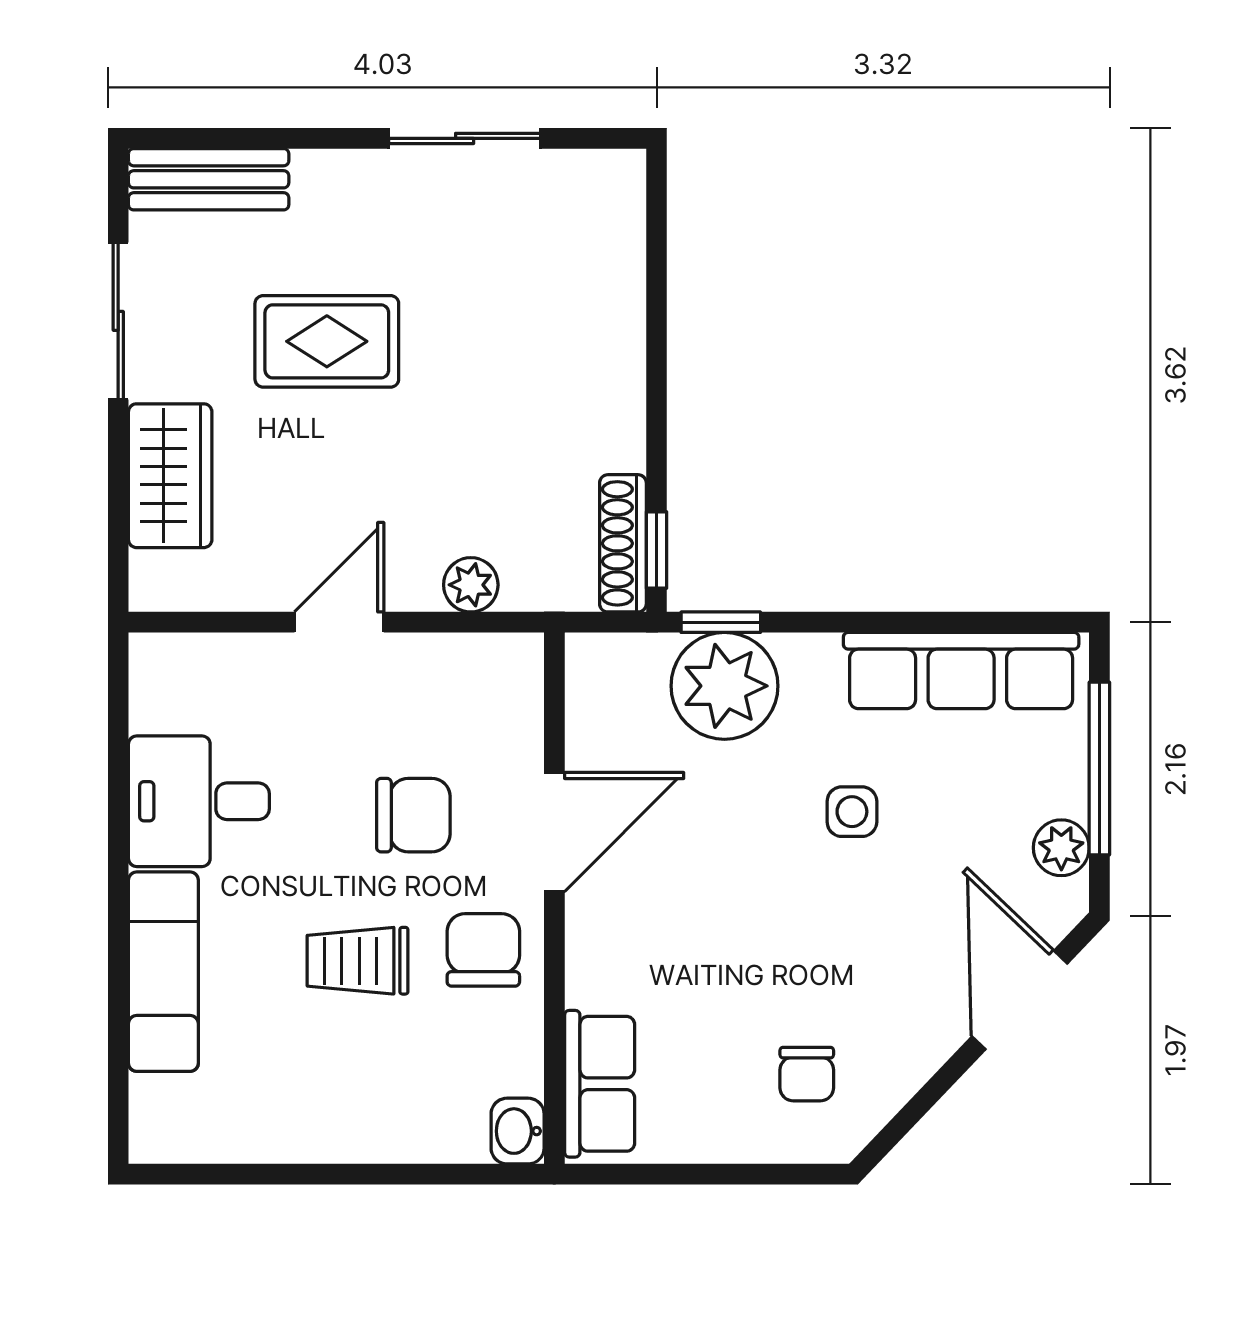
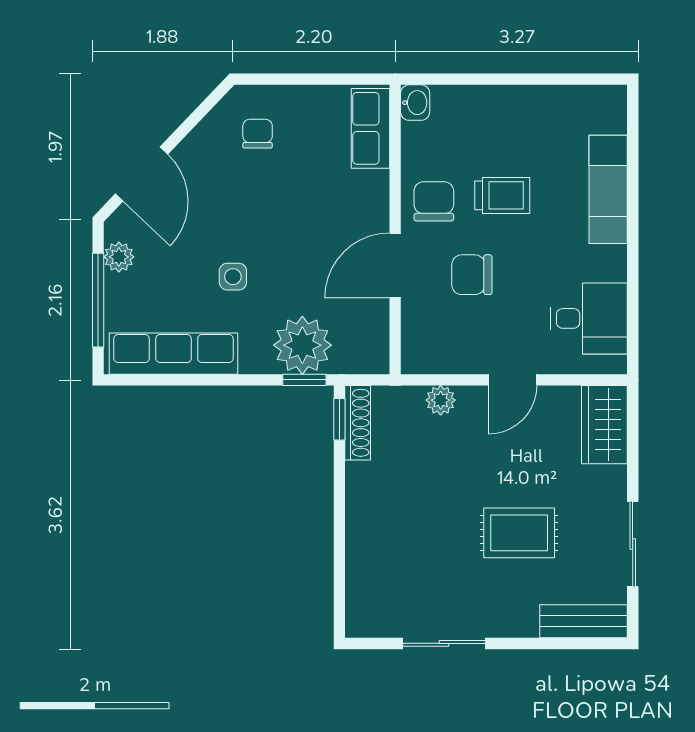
wardrobe: (170, 476) -> (604, 425), moved
desk: (199, 801) -> (589, 318), moved
chair: (483, 950) -> (434, 201), turned 180

